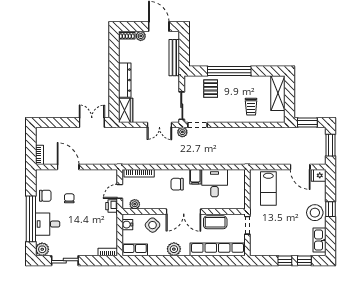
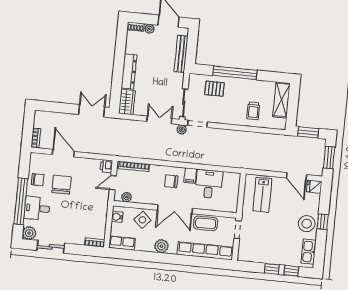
pallet: (211, 89) -> (214, 89), turned 90
double door: (159, 125) -> (159, 120), swing flipped
chair: (69, 198) -> (61, 185), width x1.87, depth x1.87
printer: (112, 206) -> (106, 166), moved

